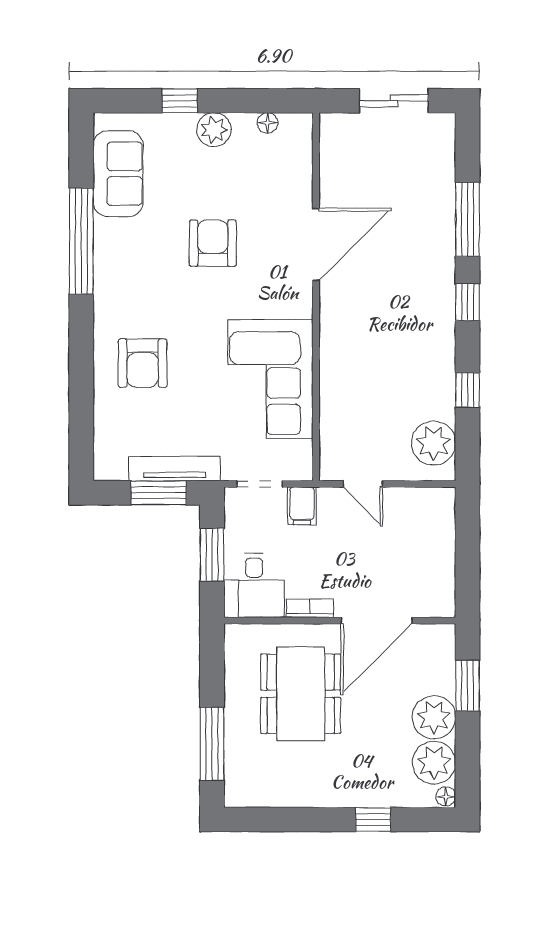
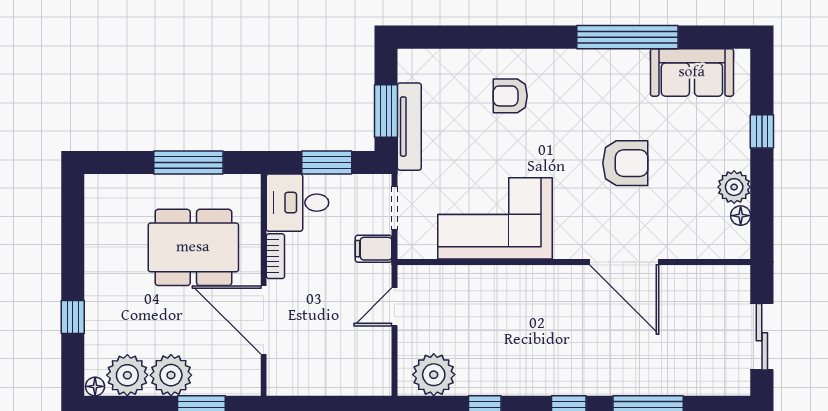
plant: (214, 130) -> (734, 187), moved
armchair: (143, 363) -> (510, 96), width x0.72, depth x0.72
window: (212, 744) -> (188, 162), moved

